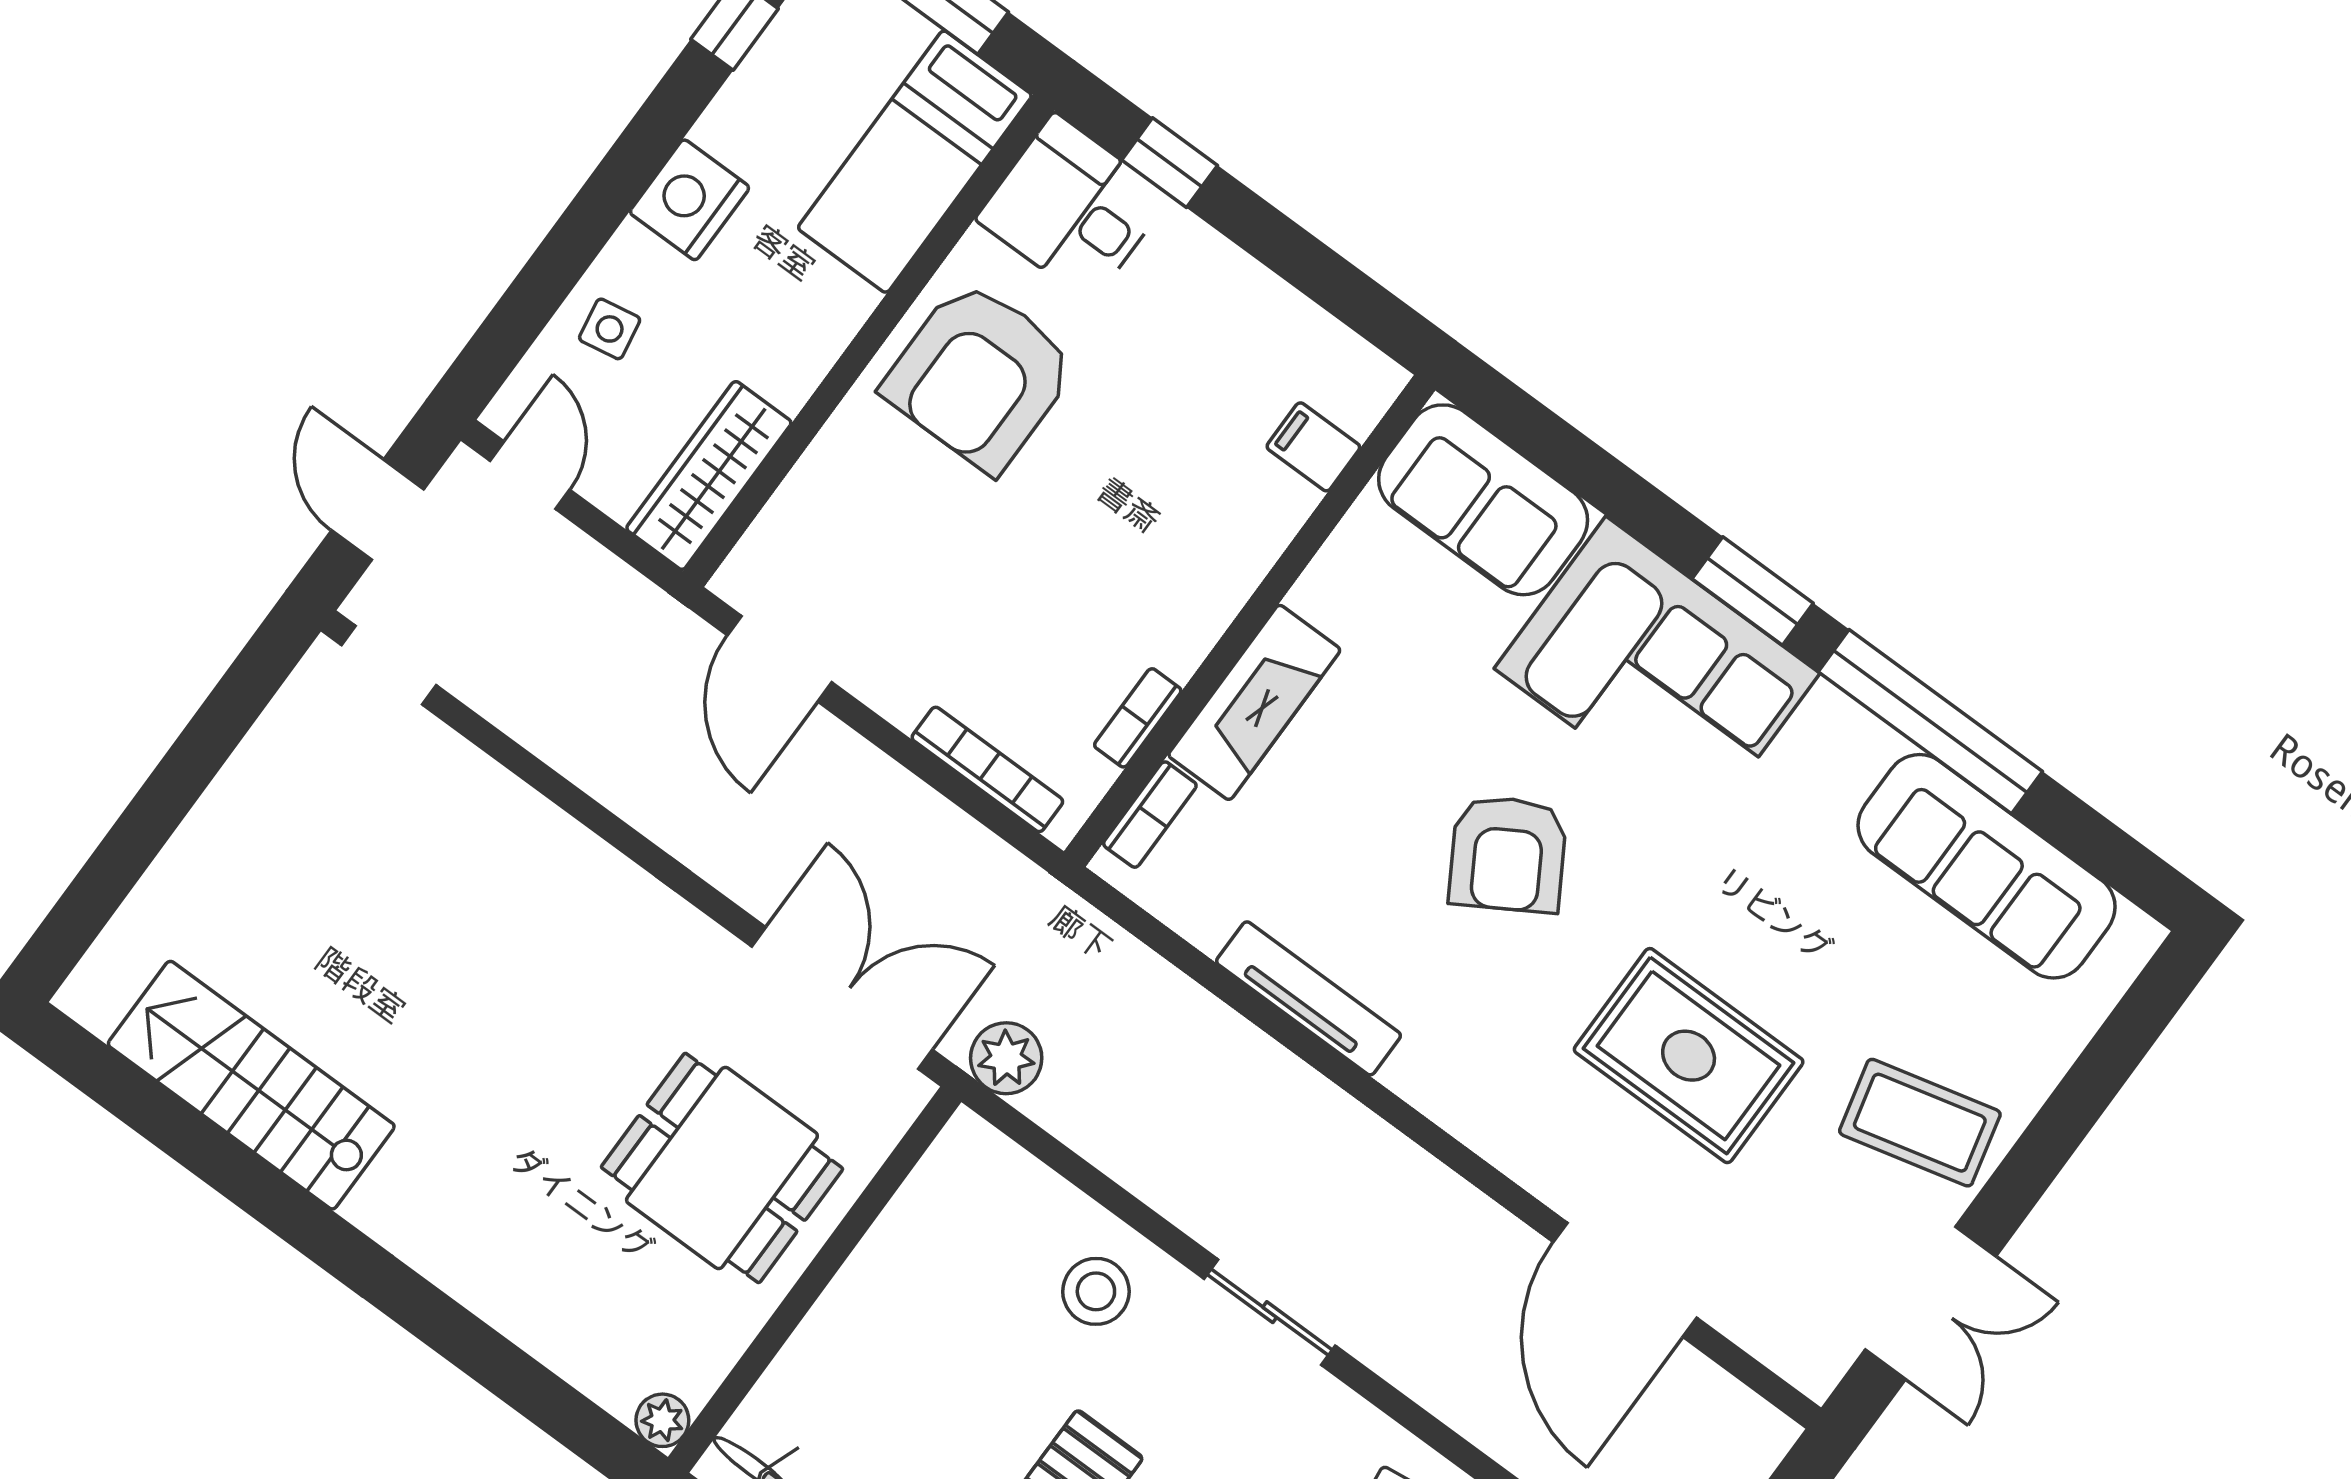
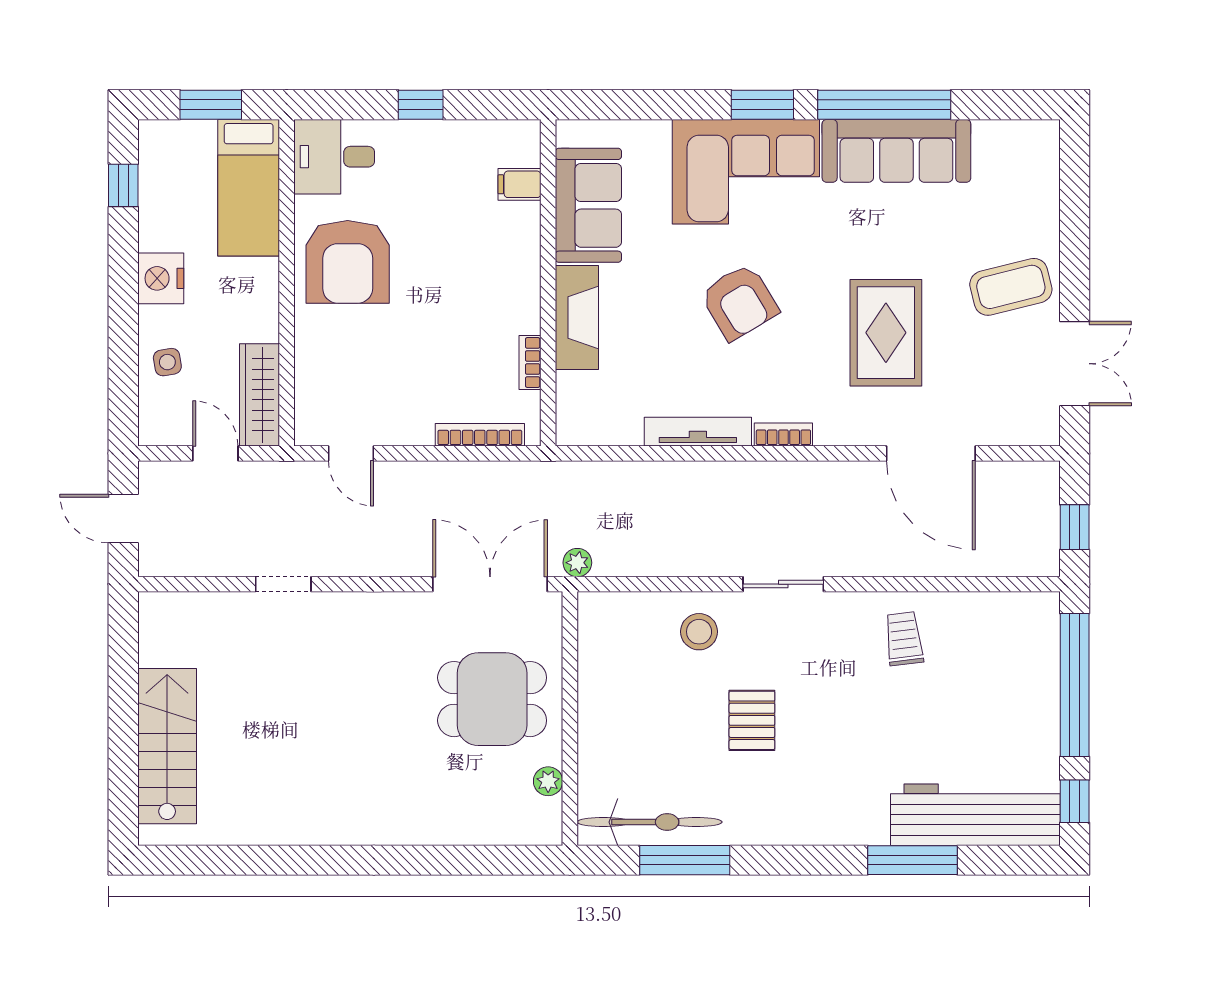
window: (1170, 163) -> (421, 105), moved
door: (530, 475) -> (215, 453), moved
sofa: (1483, 500) -> (588, 205), moved, turned -90
door: (780, 659) -> (351, 453), width x0.73
doorway: (389, 665) -> (283, 584), moved
bookcase: (1150, 815) -> (783, 434), moved, turned -90
sofa: (1987, 866) -> (896, 151), moved
rug: (1689, 1056) -> (886, 333), turned 90
plant: (1006, 1058) -> (577, 563), width x0.73, depth x0.73
stairs: (251, 1085) -> (167, 746), moved, turned 90
plant: (662, 1420) -> (548, 781), moved

